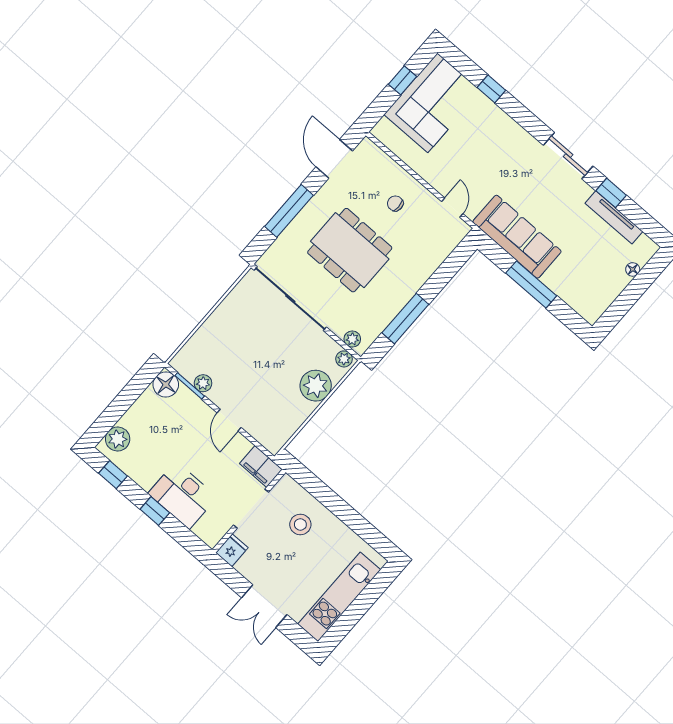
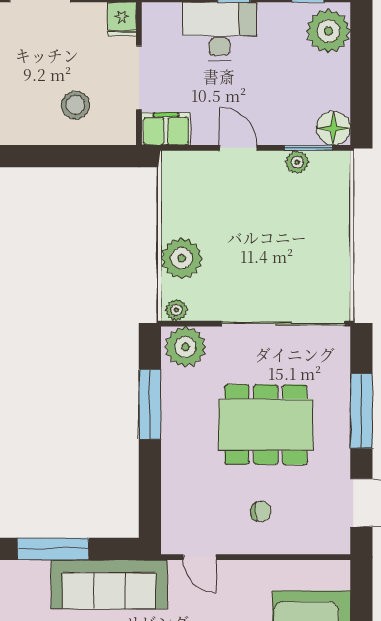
plant: (352, 339) -> (185, 347), width x1.87, depth x1.87
plant: (118, 439) -> (328, 31), width x1.36, depth x1.36

